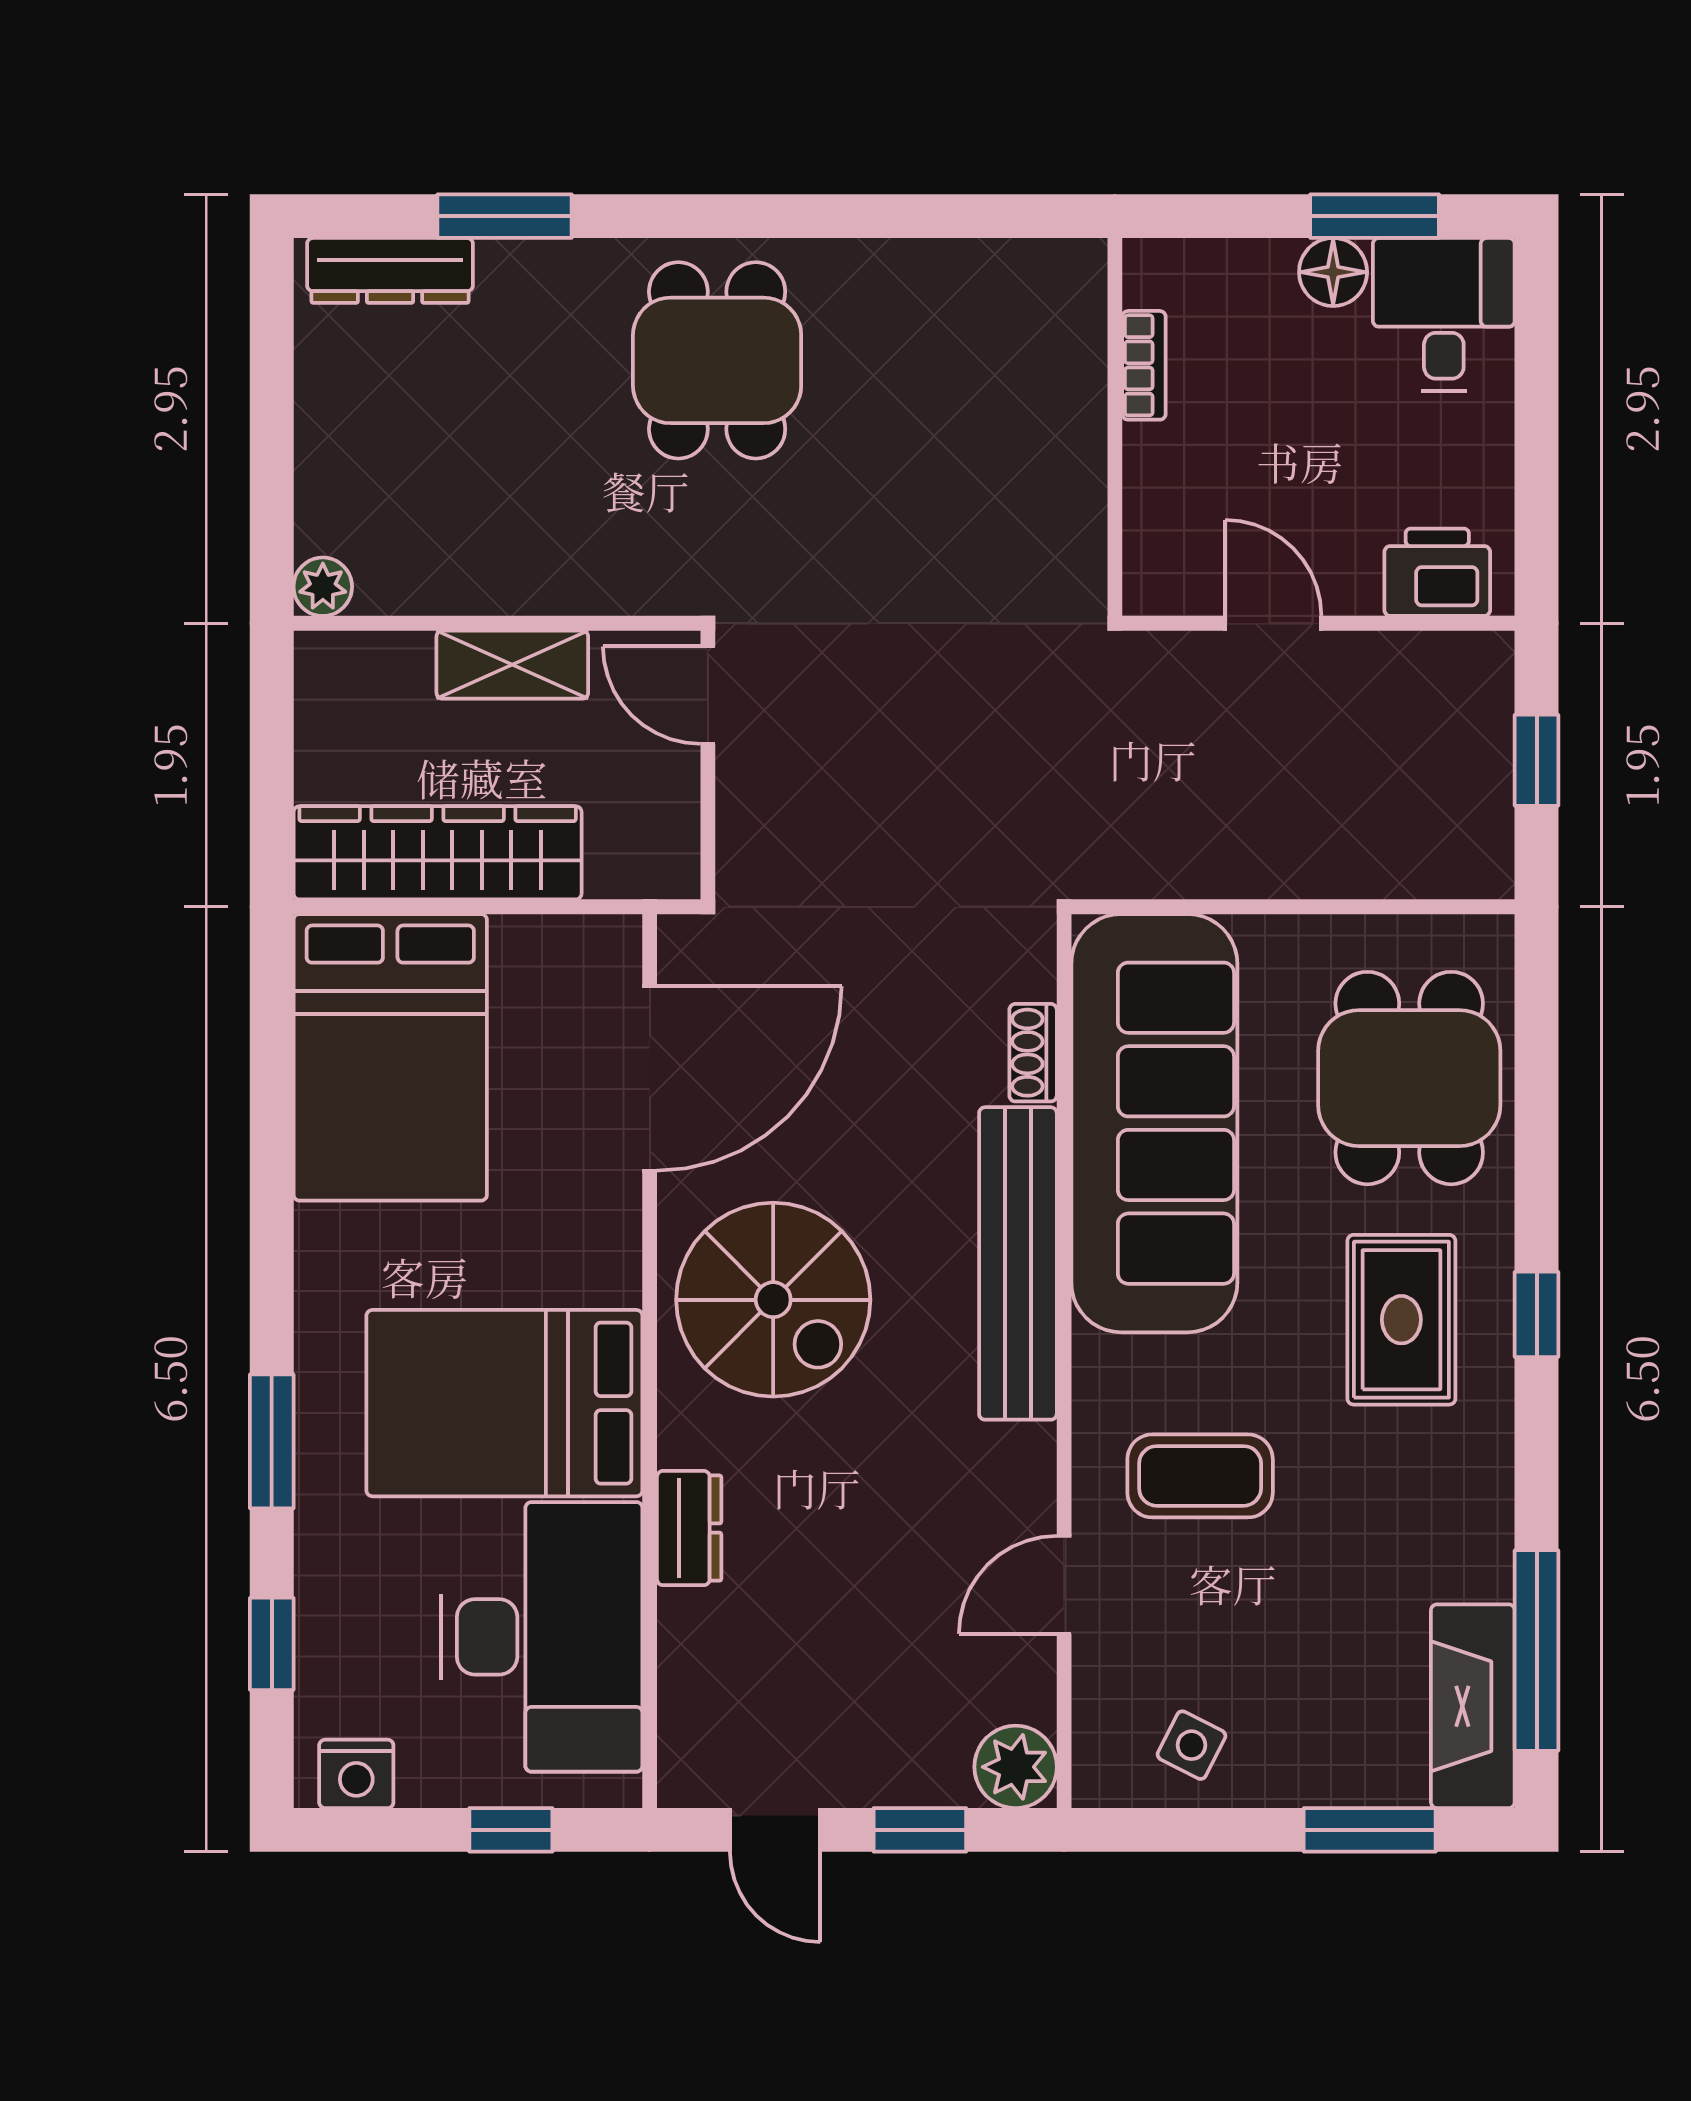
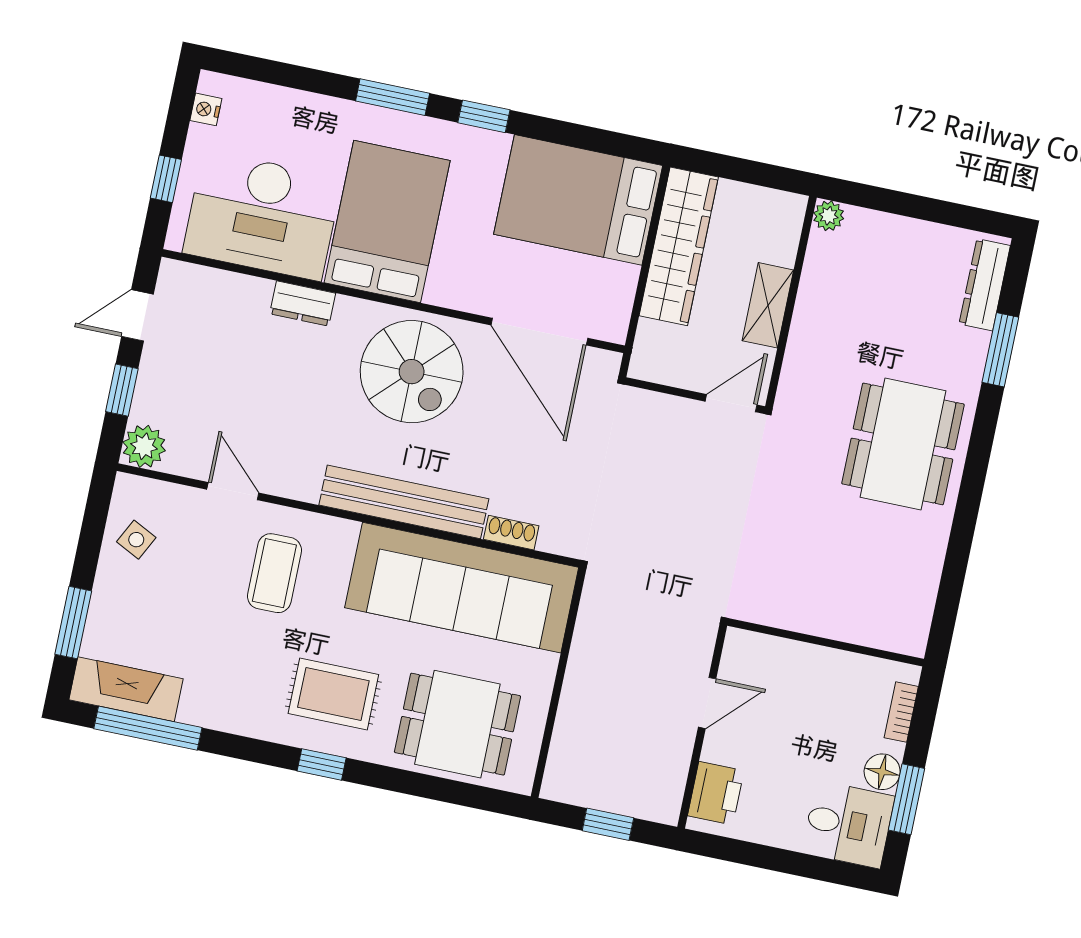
dining table: (717, 360) -> (903, 444), width x1.38
bookcase: (1144, 365) -> (901, 712), moved, turned 90
spiral stairs: (773, 1300) -> (412, 372), turned -90
window: (272, 1644) -> (484, 116), moved
nightstand: (356, 1774) -> (206, 109), width x0.72, depth x0.74

